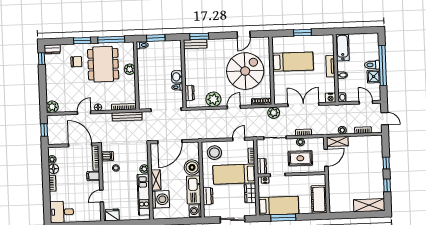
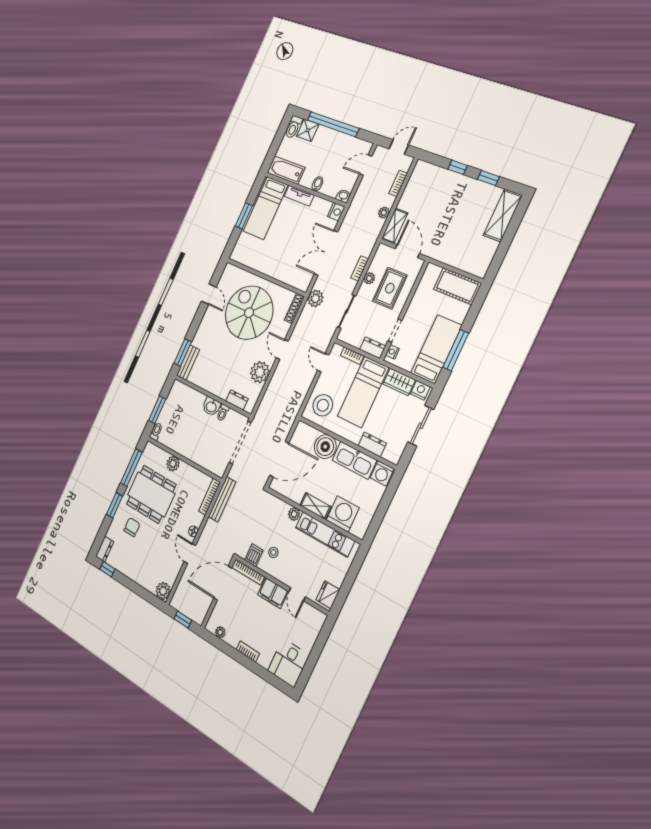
bed: (293, 62) -> (266, 208), moved, turned 180
toilet: (372, 65) -> (293, 127), moved
shower: (374, 77) -> (308, 130), moved
door: (170, 142) -> (279, 459), hinge flipped
floor lamp: (53, 169) -> (232, 638), removed
filing cabinet: (93, 176) -> (273, 593), width x2.00
nightstand: (252, 209) -> (420, 390), added

